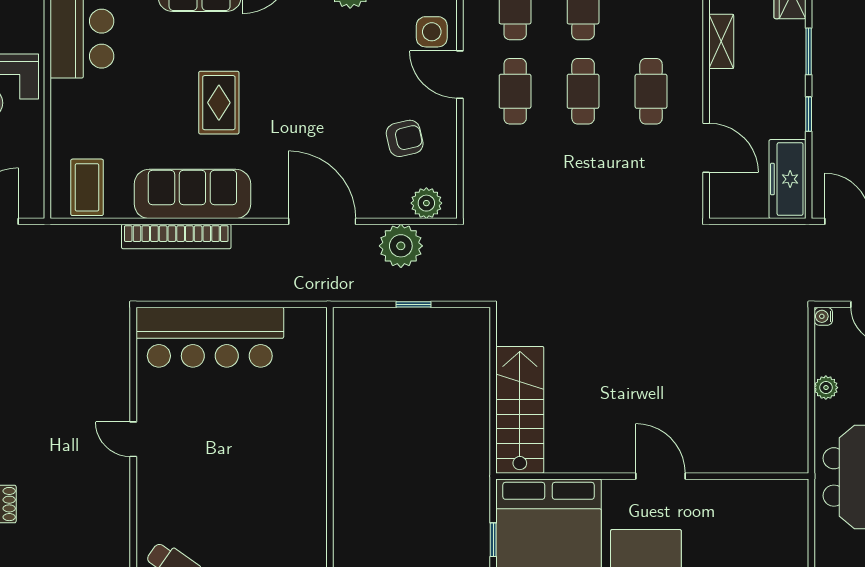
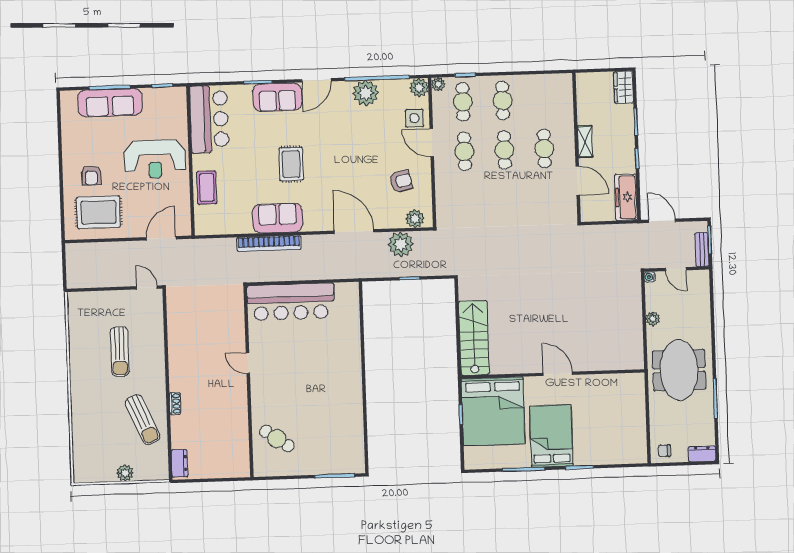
shelving: (721, 41) -> (585, 141), moved
coffee table: (87, 187) -> (207, 188), moved
sofa: (192, 194) -> (278, 218), width x0.73

